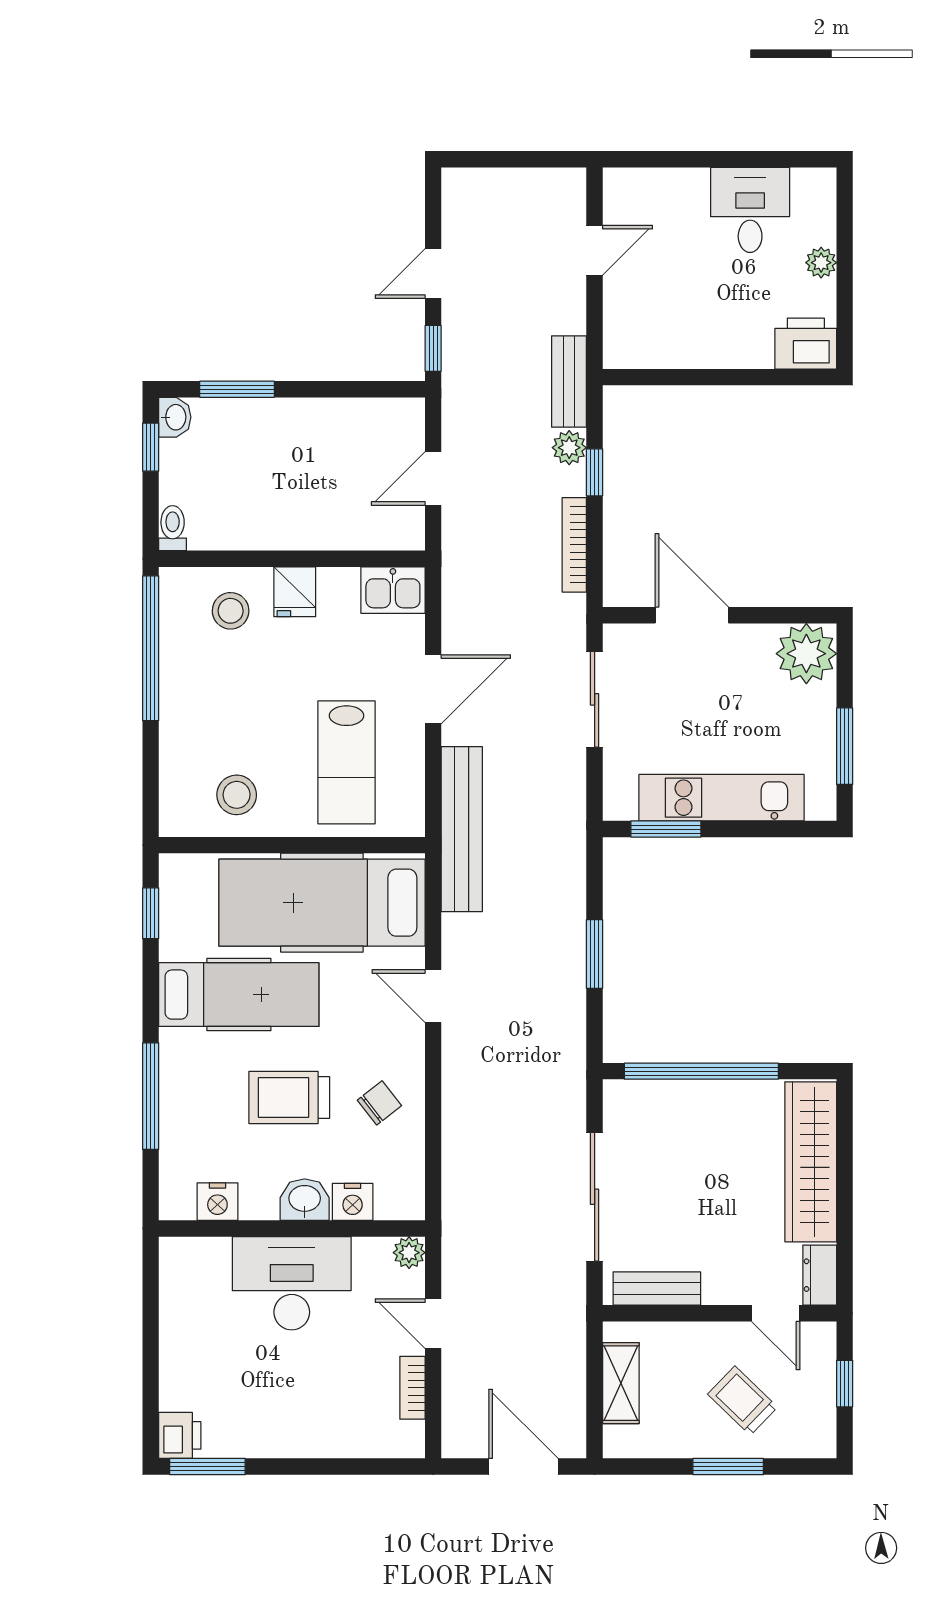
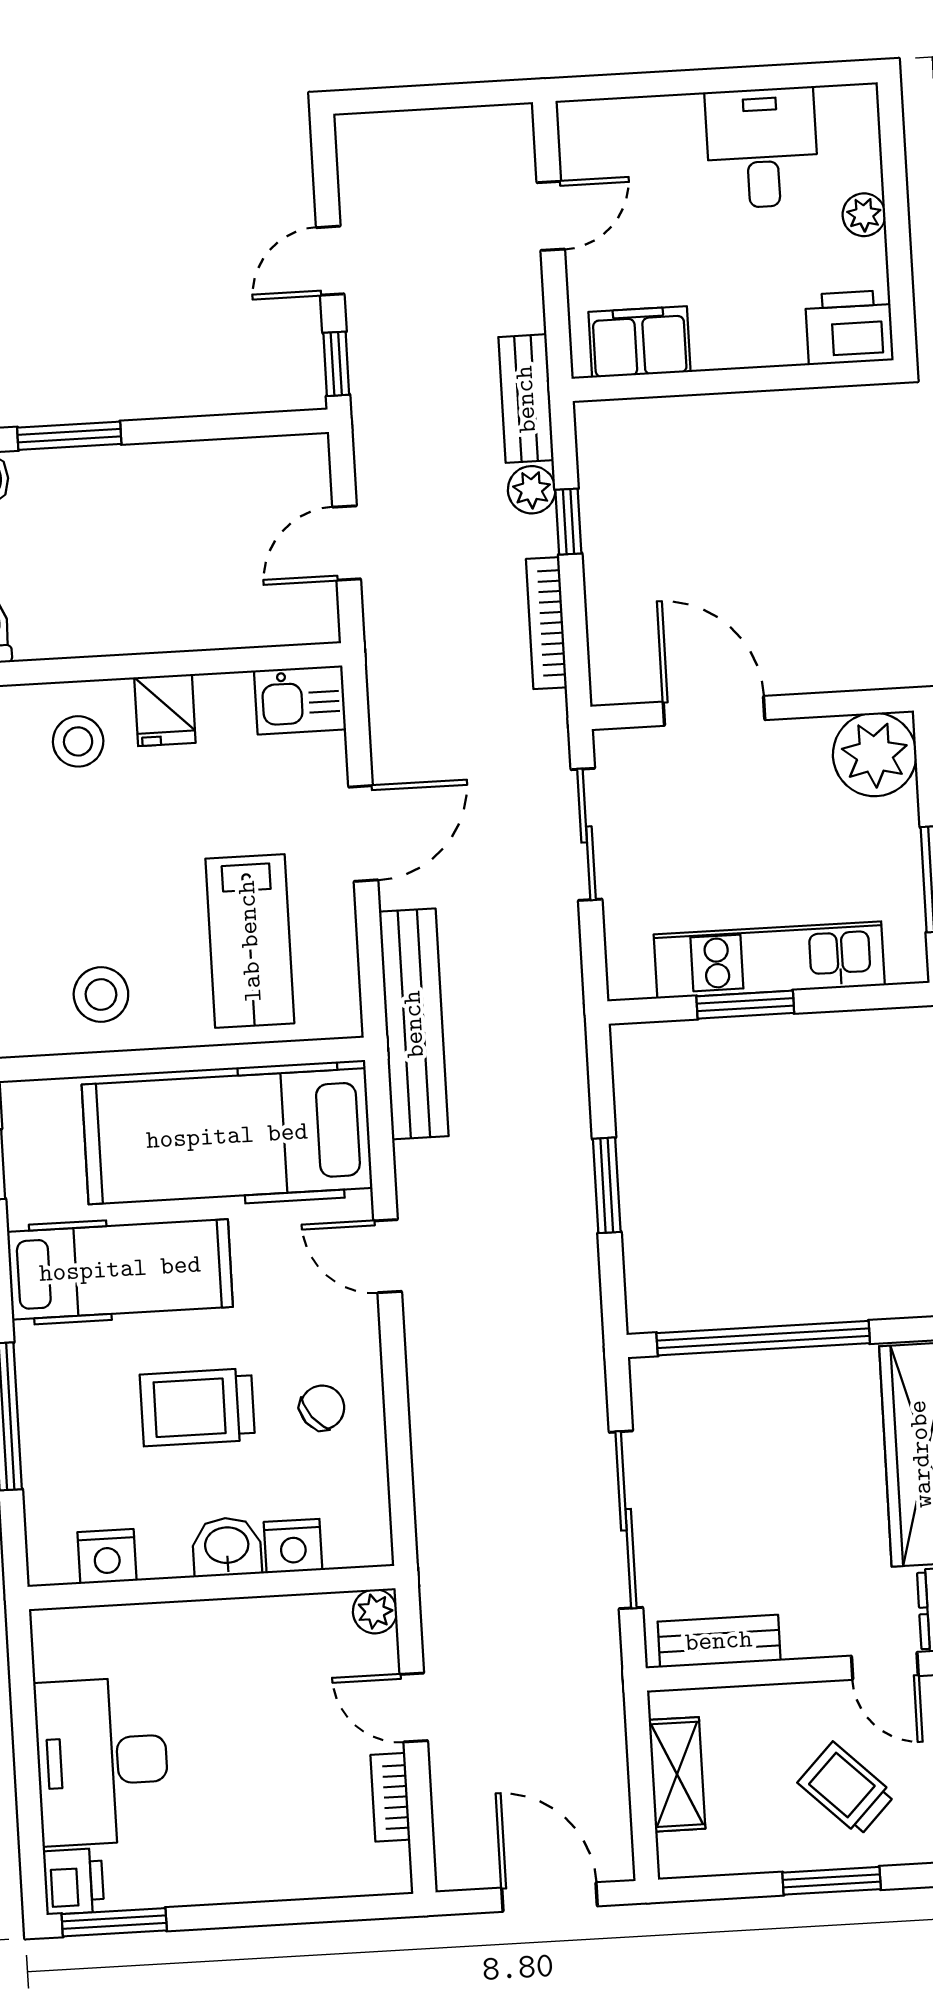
filing cabinet: (653, 345) -> (640, 342), added
window: (666, 829) -> (745, 1005), moved
desk: (292, 1283) -> (102, 1761), moved, turned -90

